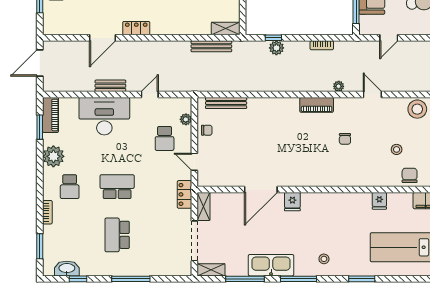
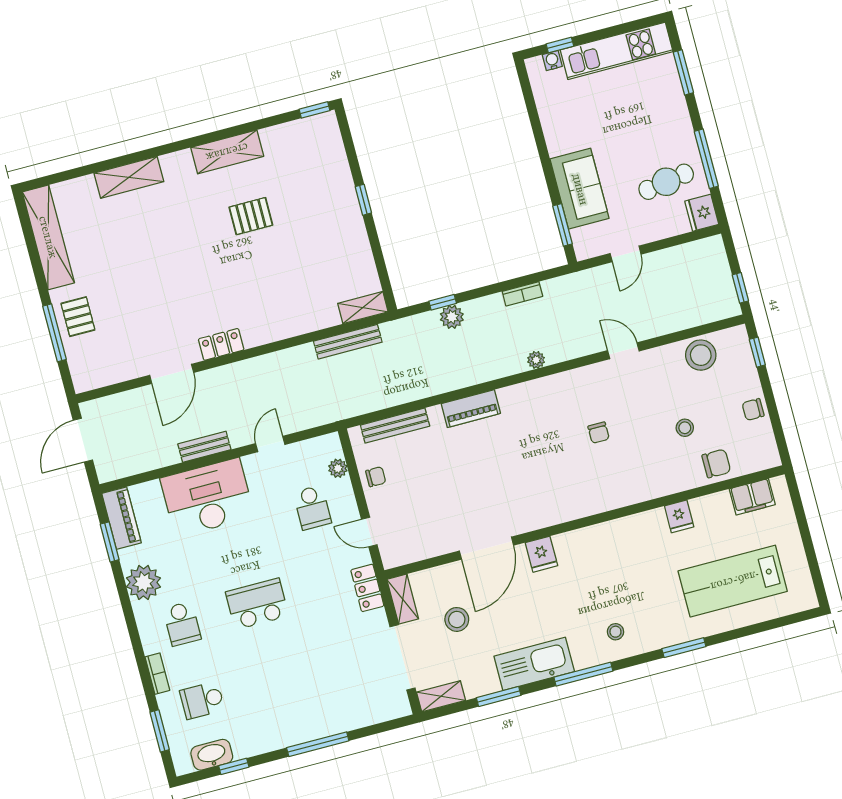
plant: (339, 86) -> (536, 360), moved
piano: (317, 105) -> (471, 409), moved
chair: (410, 175) -> (716, 463), turned 90
stool: (232, 227) -> (457, 619), added
school desk: (117, 235) -> (202, 700), moved, width x0.54
window: (245, 279) -> (499, 696), width x0.69

